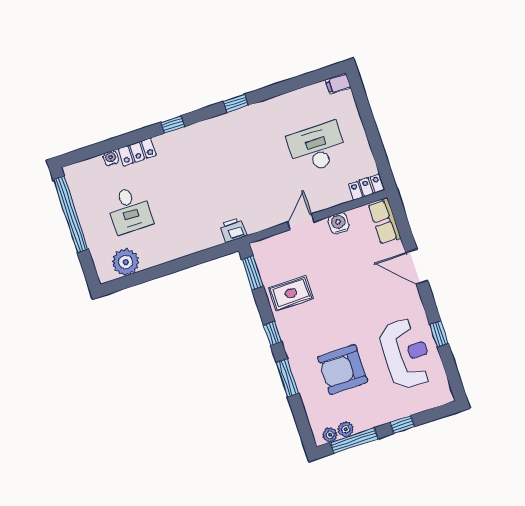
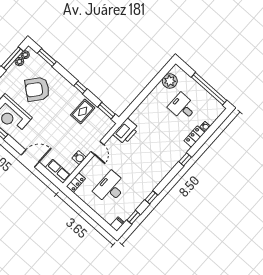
window: (307, 80) -> (134, 217), added
window: (236, 103) -> (151, 197), moved
desk: (317, 147) -> (110, 188), turned 180
printer: (233, 230) -> (126, 131), width x1.87, depth x1.48
armchair: (343, 369) -> (37, 89), turned -141
window: (287, 378) -> (47, 57), moved

